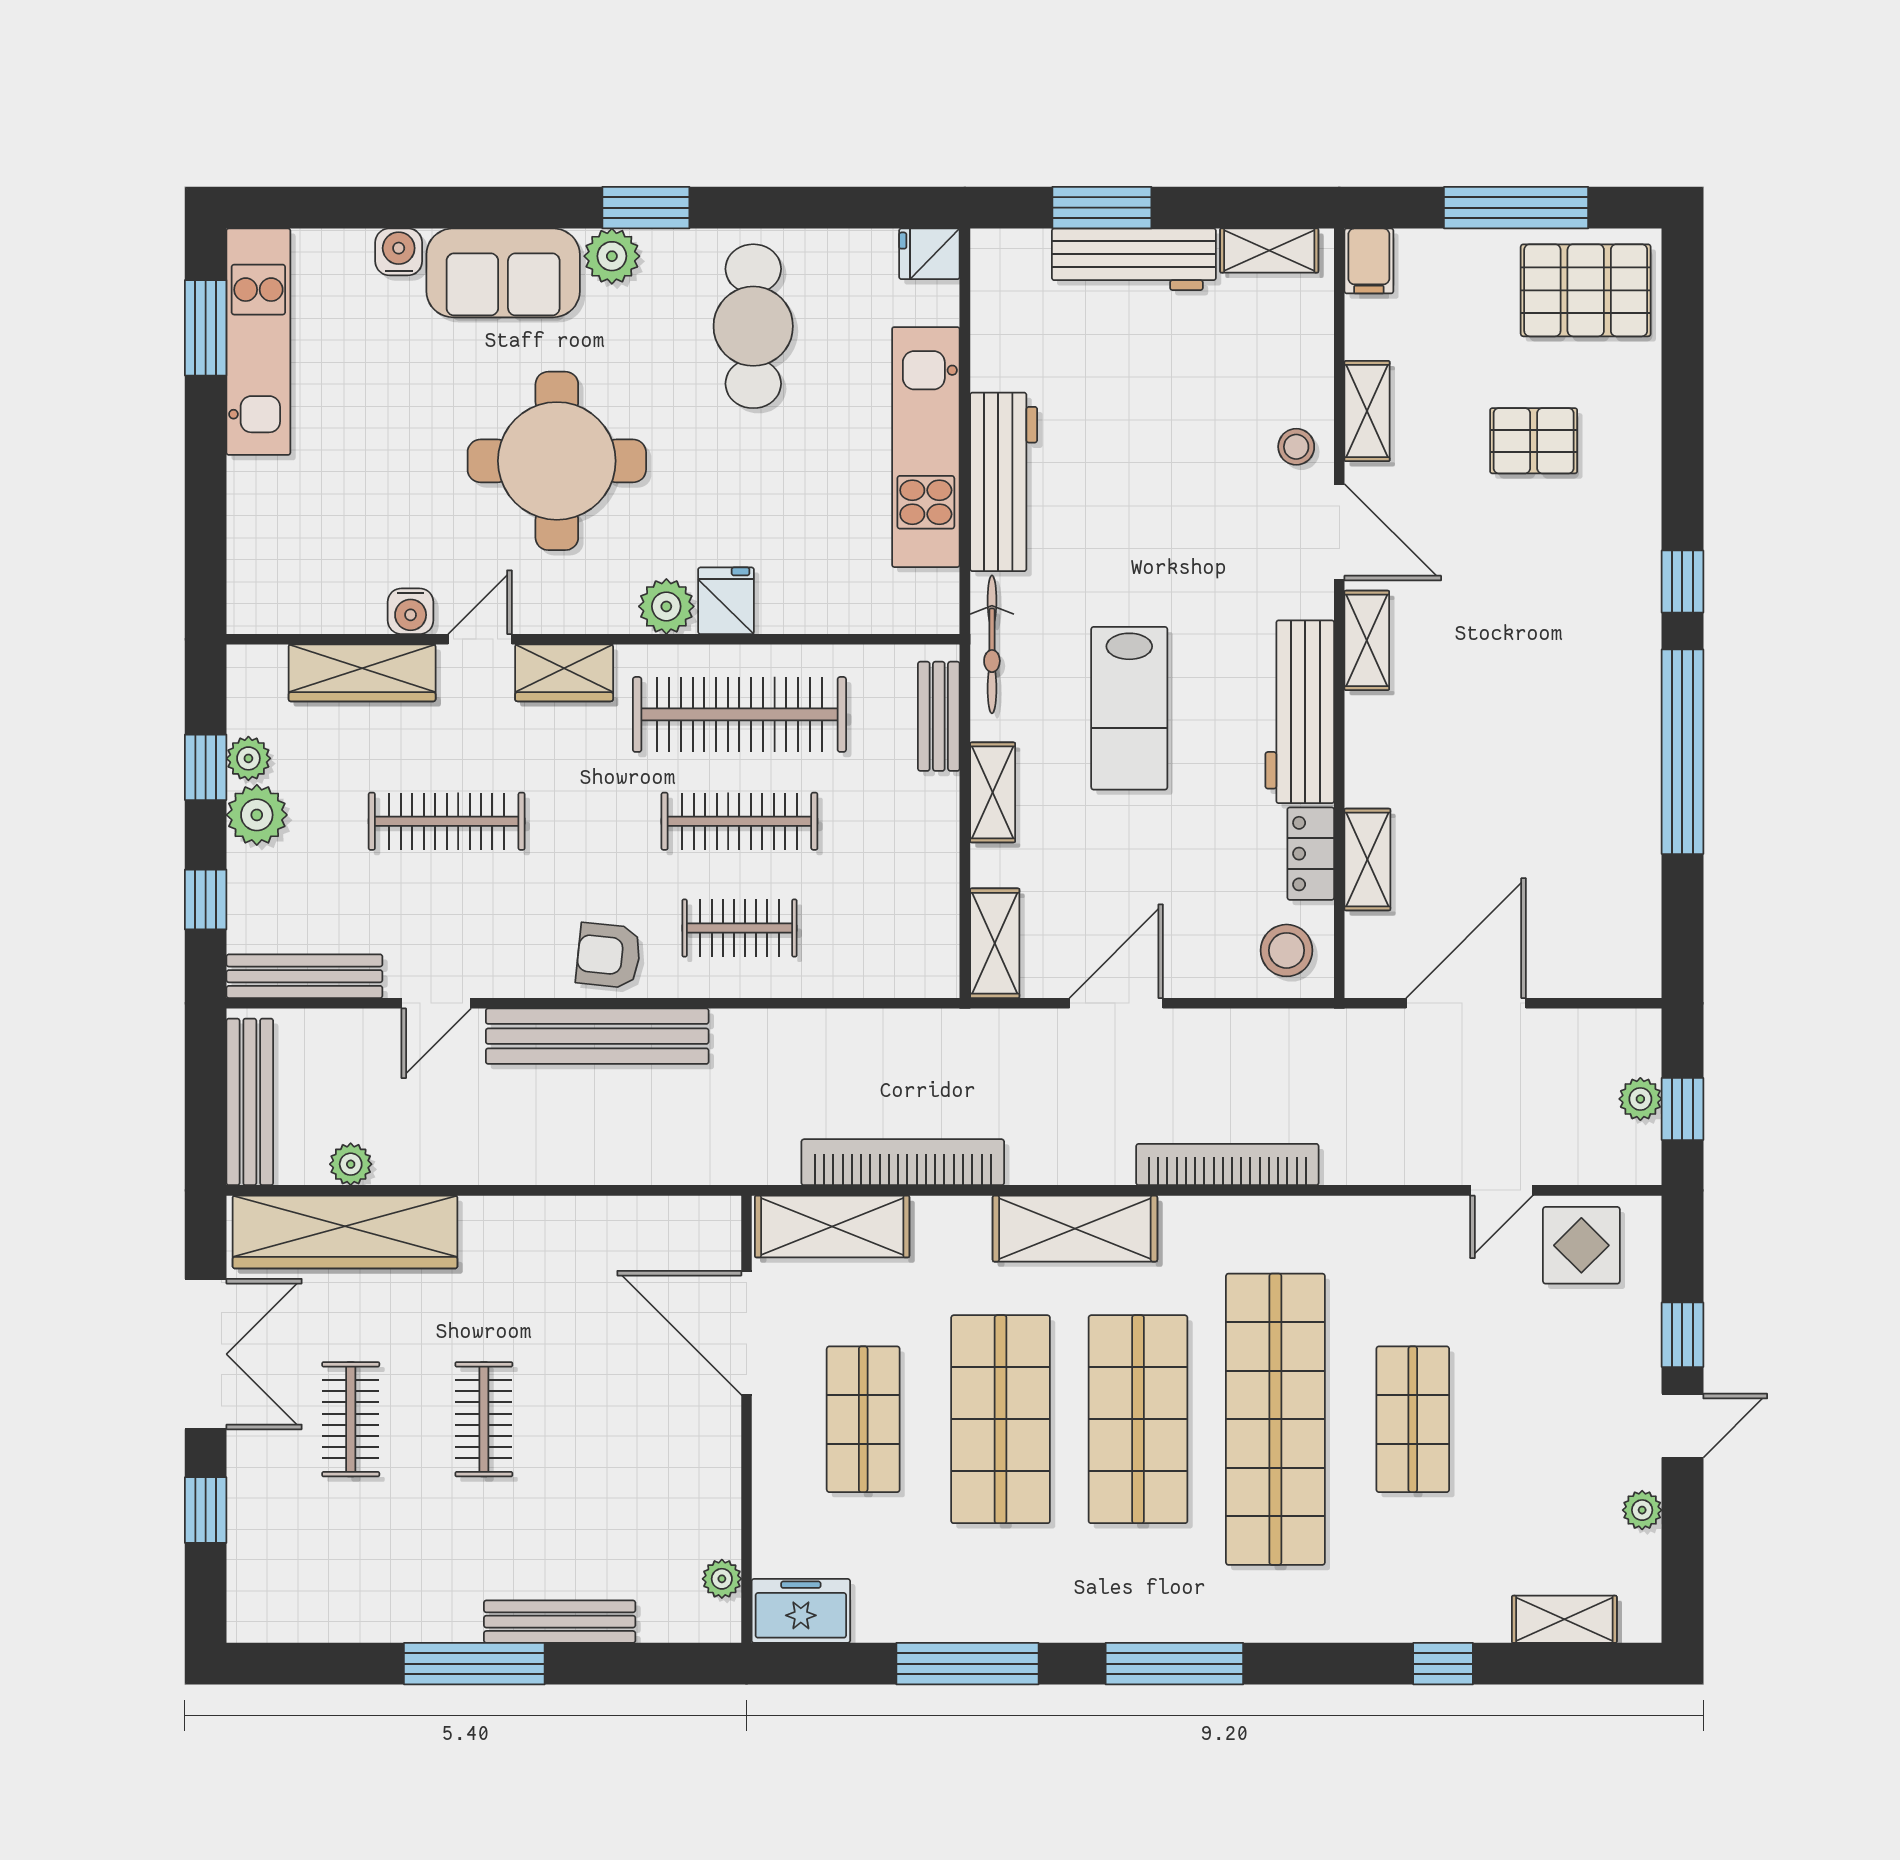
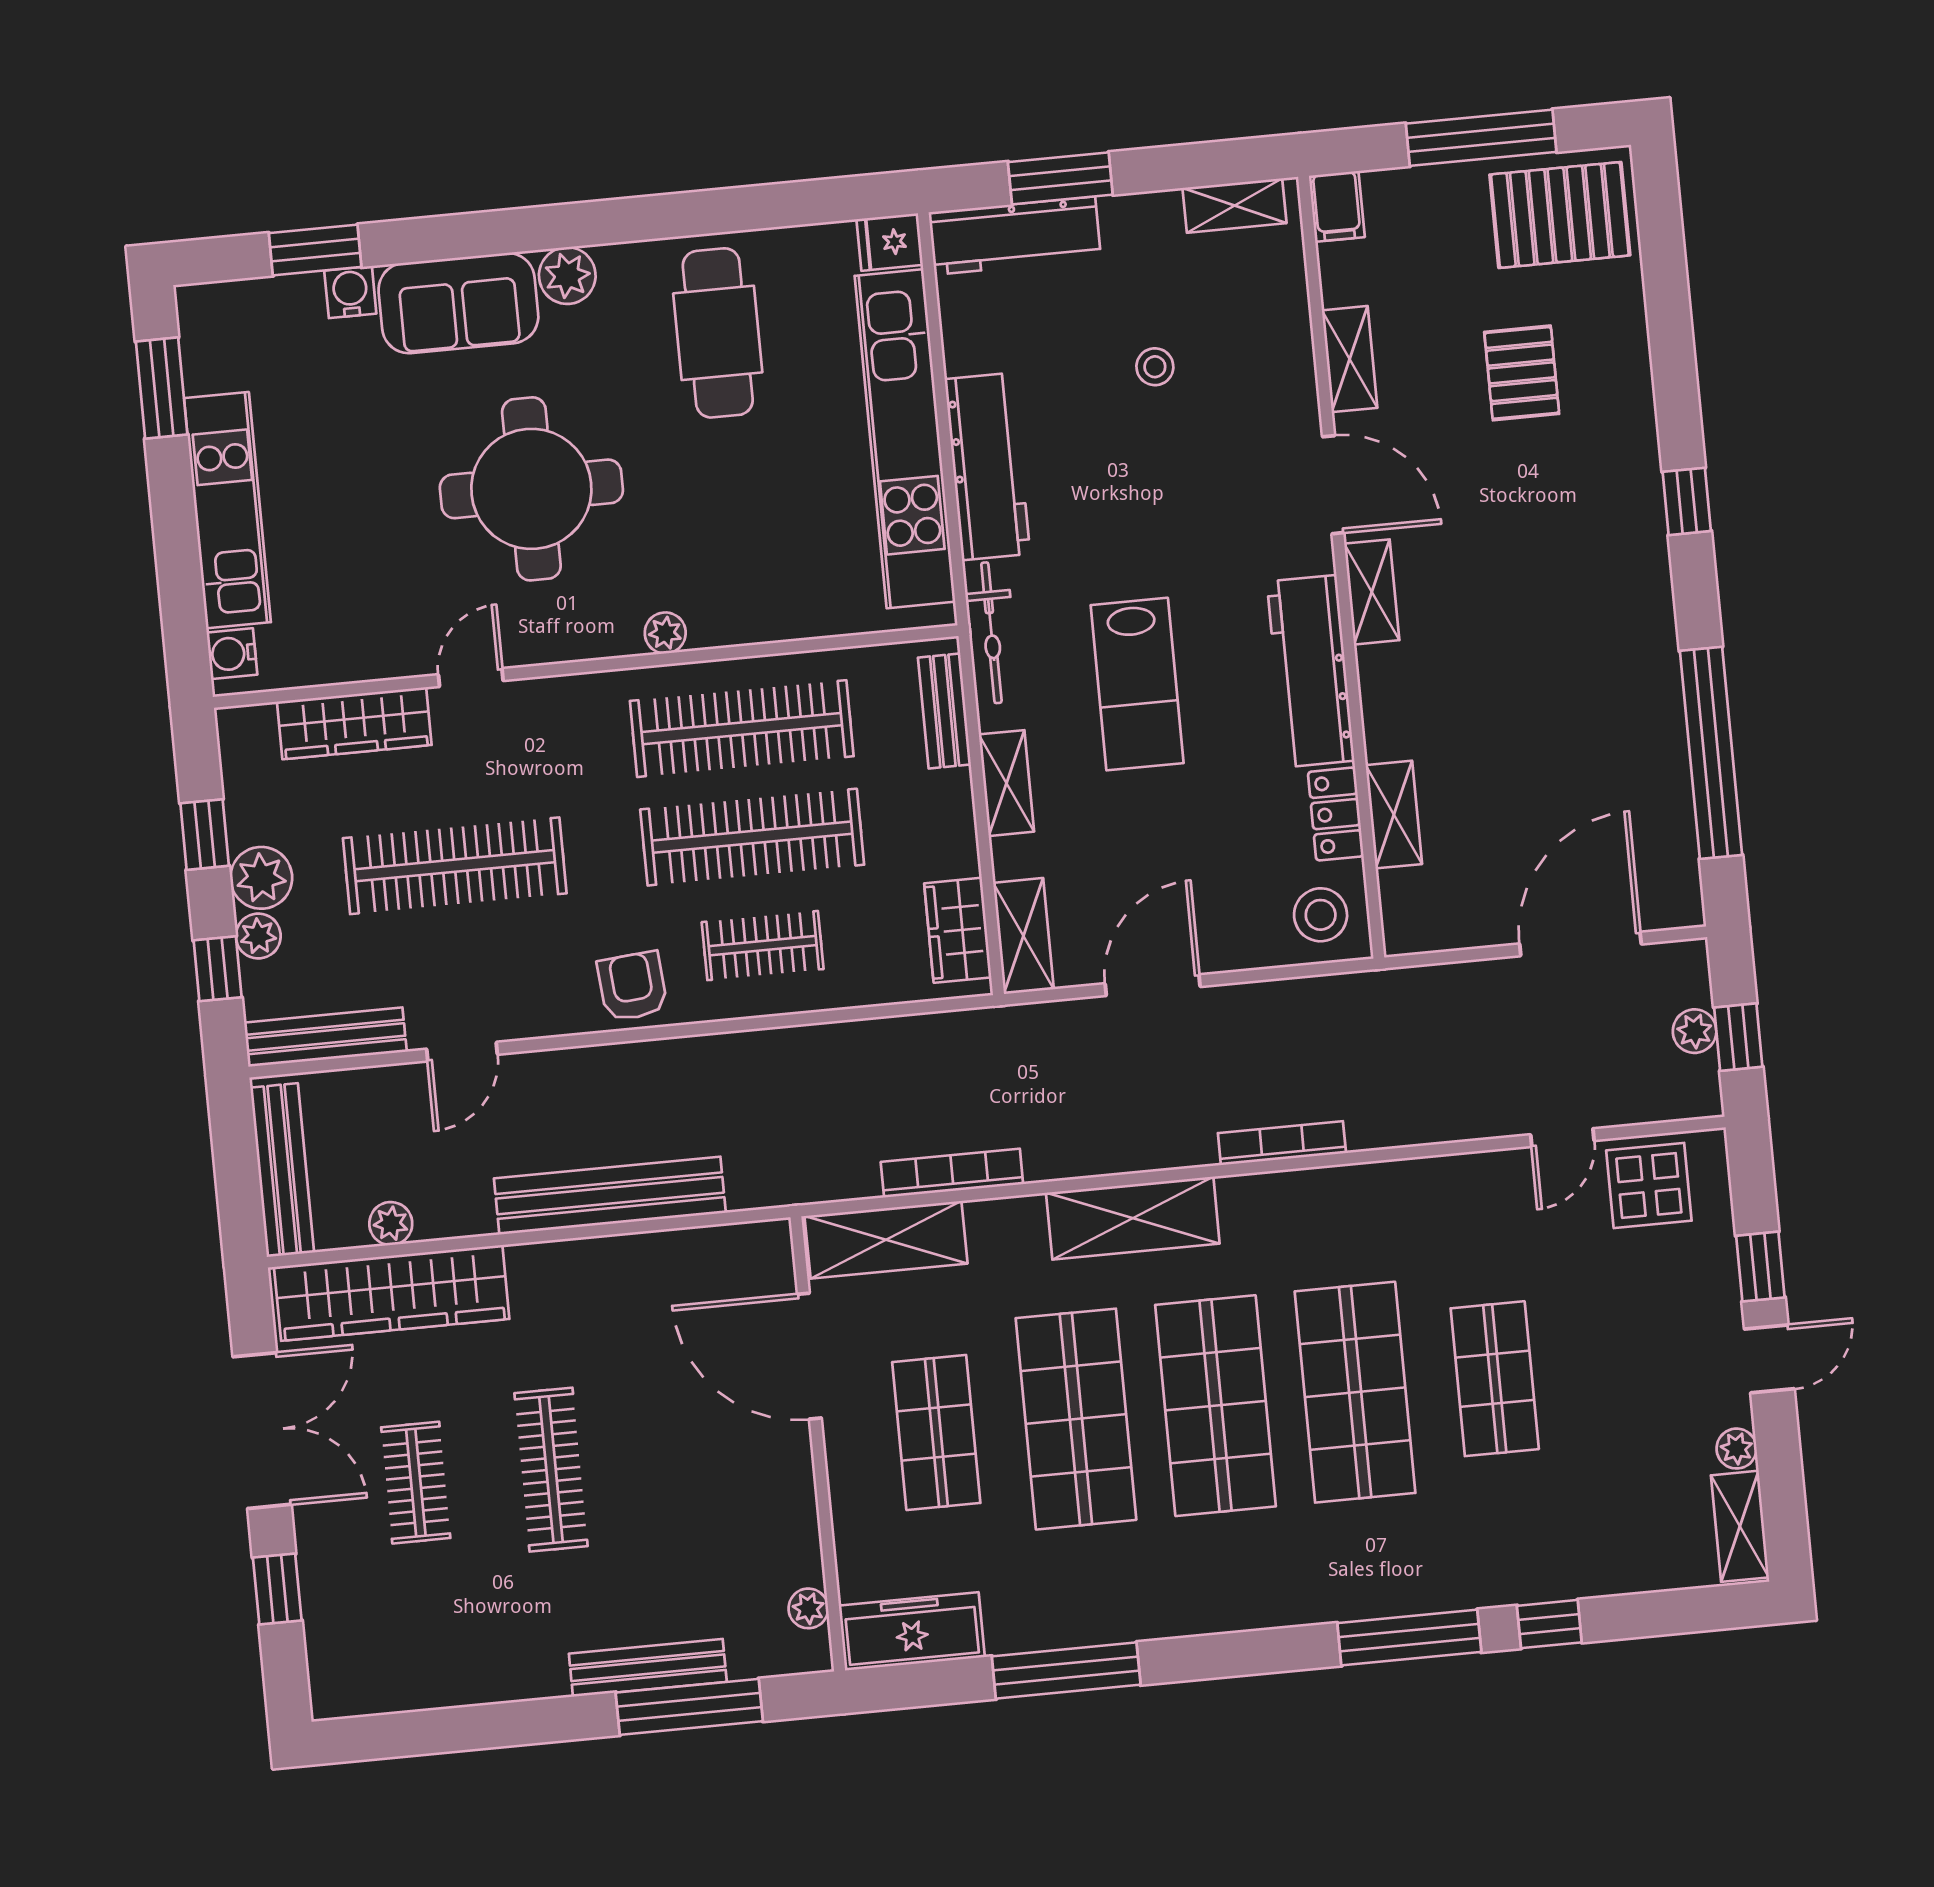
window: (646, 208) -> (315, 250), moved
workbench: (1134, 259) -> (1015, 236), moved
kitchen unit: (258, 342) -> (227, 510), moved
pallet: (1534, 441) -> (1522, 373), turned 90
kitchen unit: (926, 447) -> (905, 439), width x1.36
stool: (1296, 447) -> (1155, 367), moved
fridge: (726, 601) -> (717, 614), removed
plant: (666, 606) -> (665, 633), width x0.73, depth x0.73
water cooler: (411, 611) -> (232, 654), moved, turned 90
wardrobe: (564, 673) -> (958, 930), moved, turned 90
window: (1682, 752) -> (1711, 753), moved
plant: (248, 758) -> (258, 936), moved
clothes rail: (447, 821) -> (455, 866), width x1.37, depth x1.31
clothes rail: (739, 821) -> (752, 837), width x1.37, depth x1.31
armchair: (609, 955) -> (632, 986), turned 79
door: (1466, 1003) -> (1580, 944), moved
bench: (597, 1036) -> (610, 1196), moved
bookcase: (903, 1162) -> (952, 1173), width x0.68, depth x0.76
bookcase: (1227, 1165) -> (1282, 1143), width x0.68, depth x0.76
clothes rail: (484, 1419) -> (551, 1470), width x1.36
shop shelf: (1275, 1419) -> (1355, 1392), width x0.71
freezer: (801, 1611) -> (912, 1631), width x1.40
shelving: (1564, 1619) -> (1740, 1526), moved, turned 90
window: (474, 1664) -> (689, 1707), moved
window: (1174, 1664) -> (1409, 1638), moved

